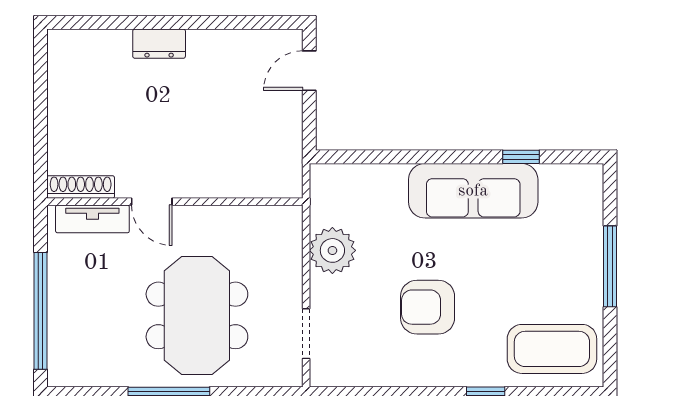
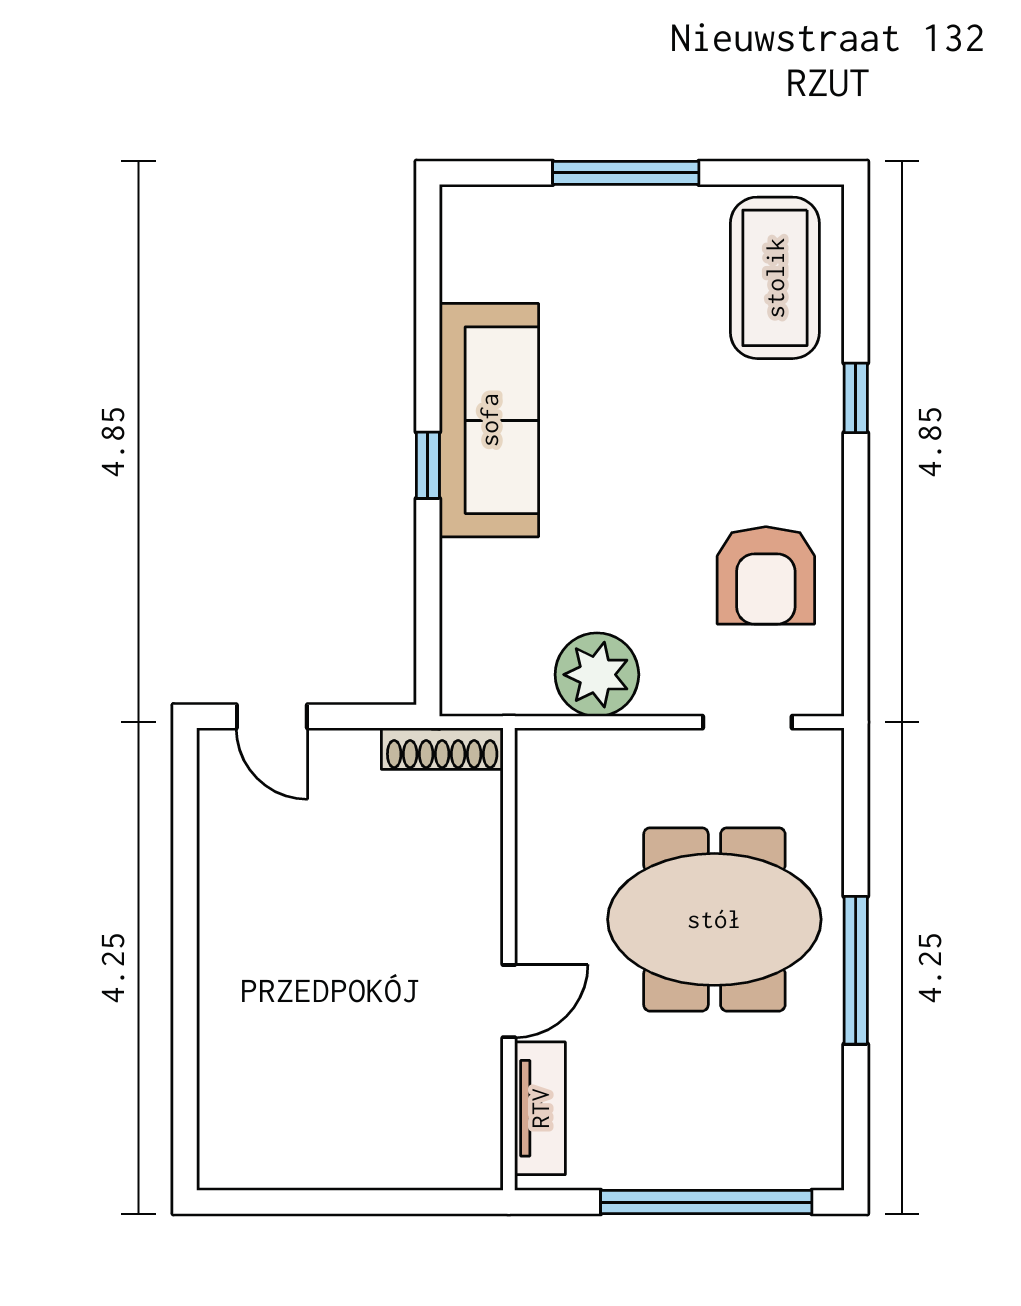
dresser: (159, 44) -> (223, 988), removed
window: (521, 157) -> (428, 465), moved
shoe rack: (81, 187) -> (442, 749), moved, turned -90
armchair: (428, 307) -> (766, 575), moved

